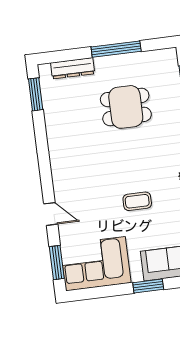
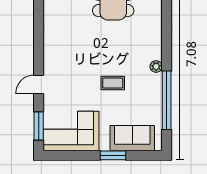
door: (51, 214) -> (39, 84), swing flipped

